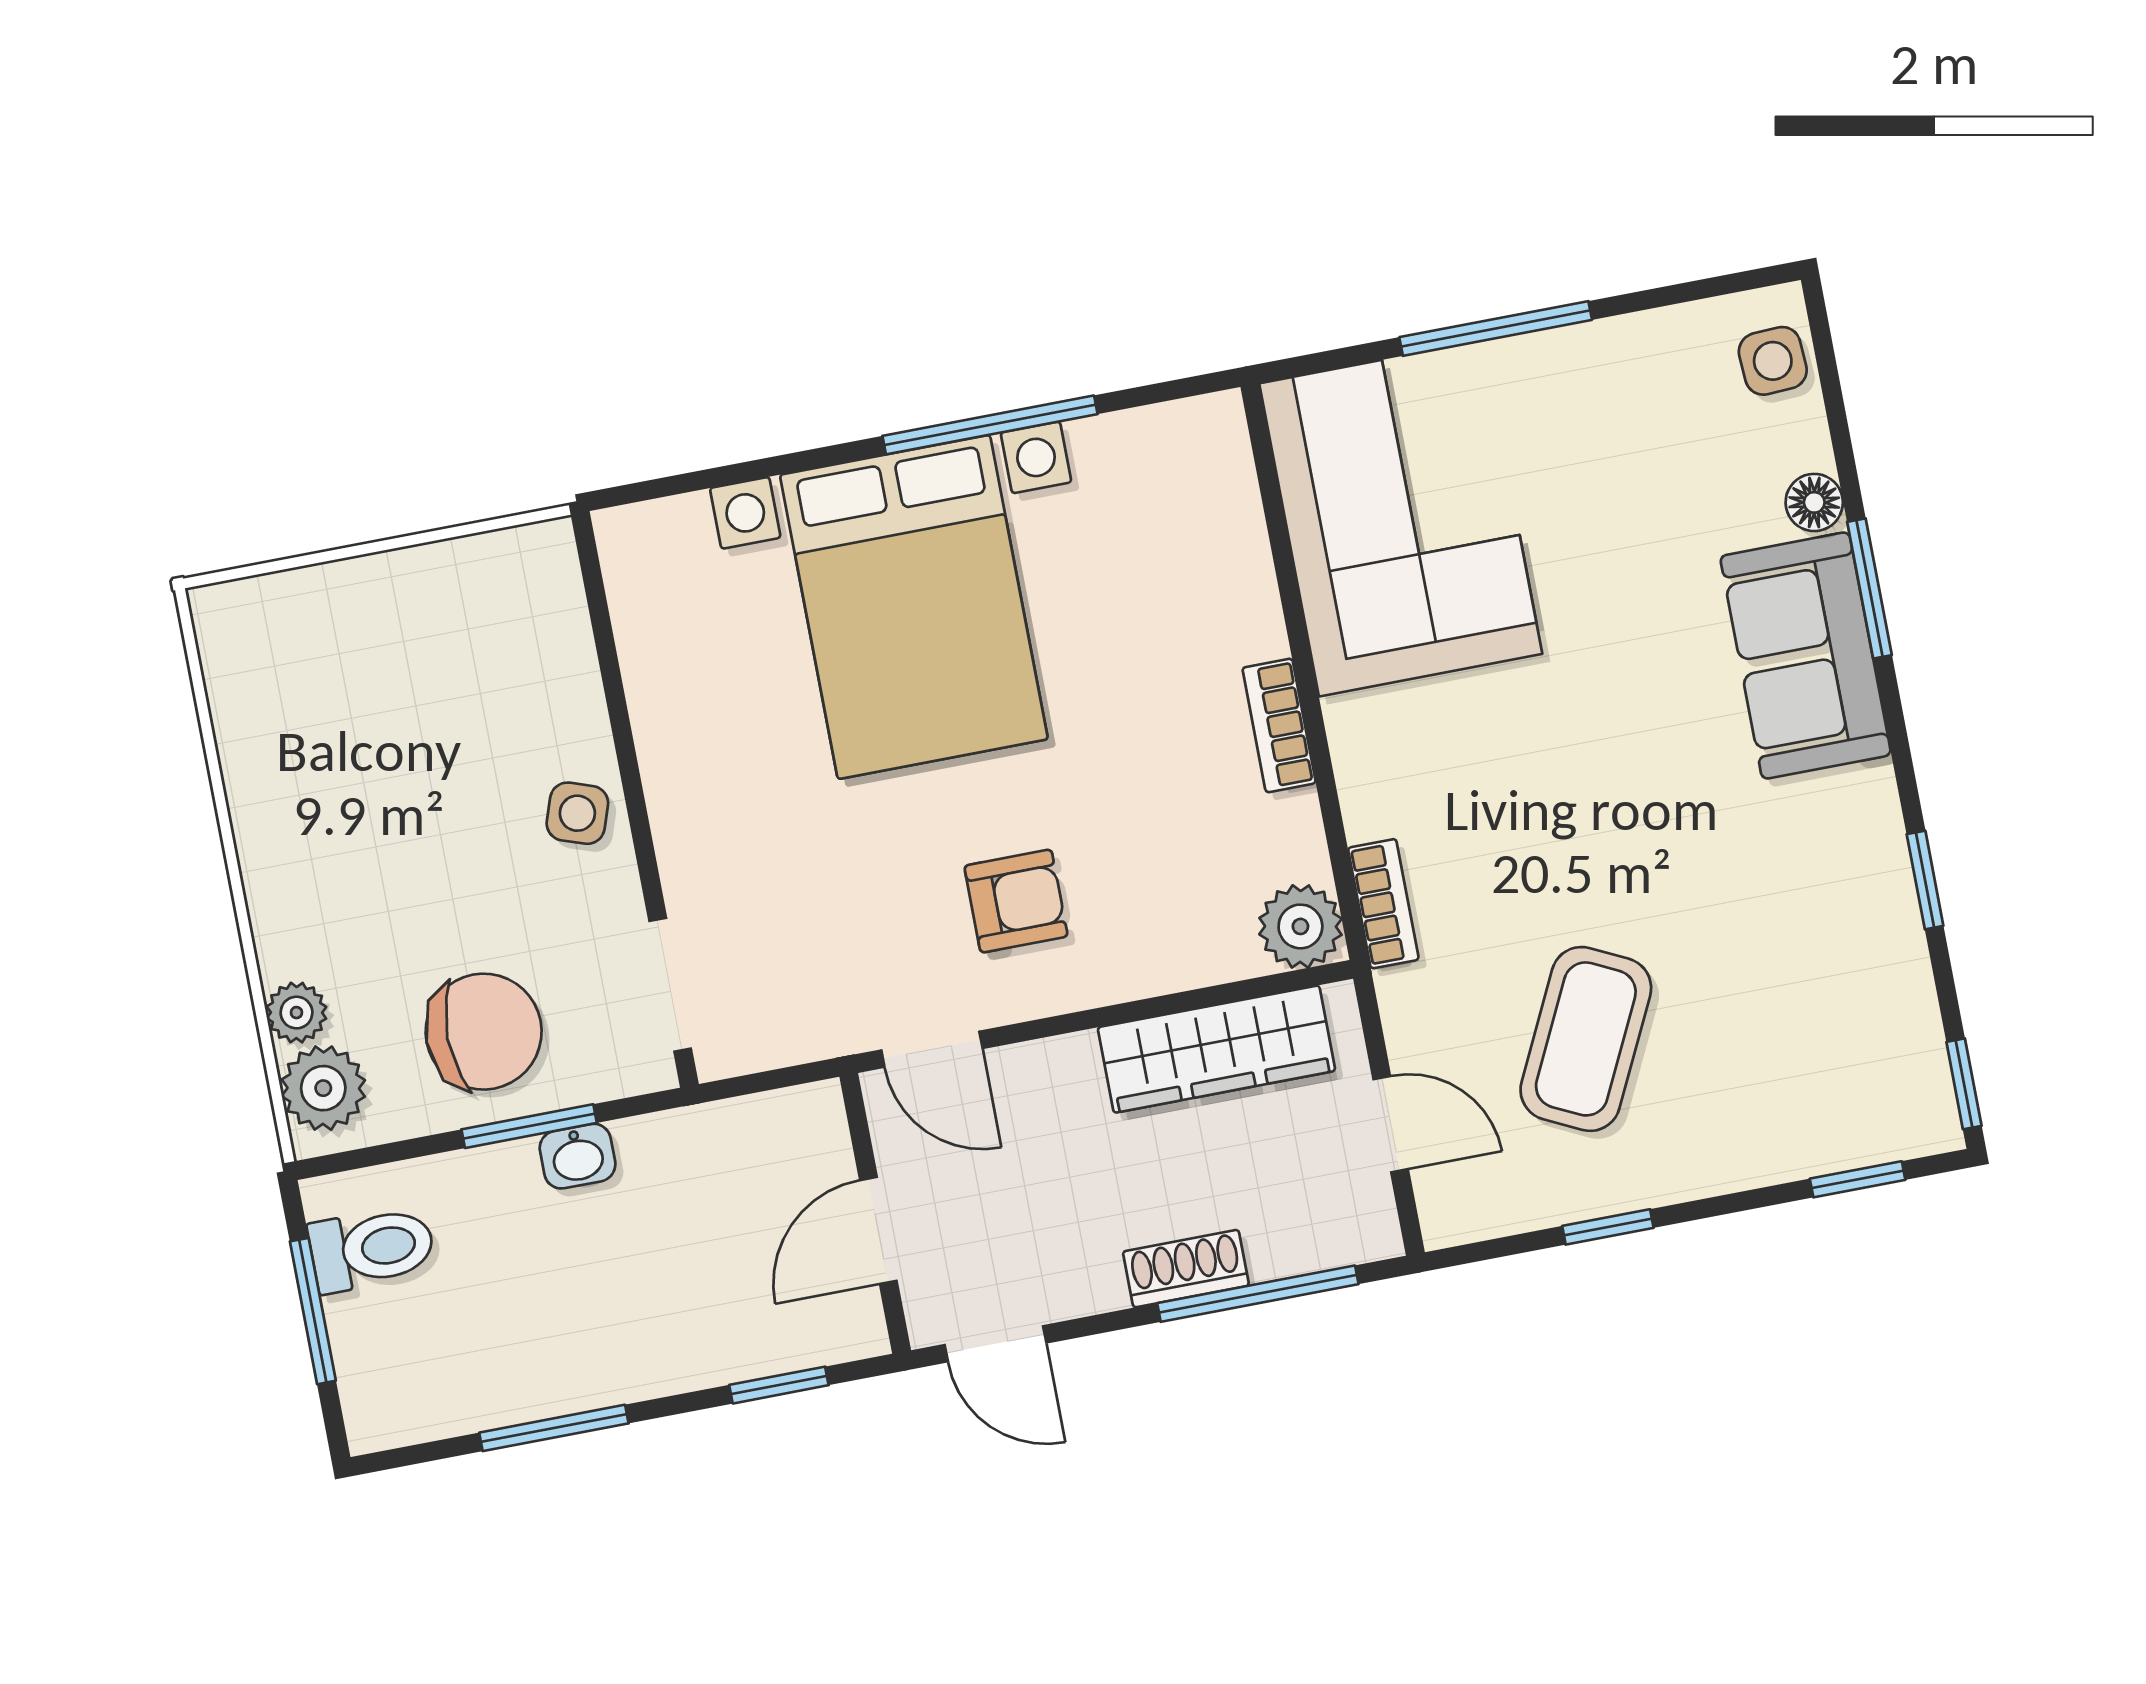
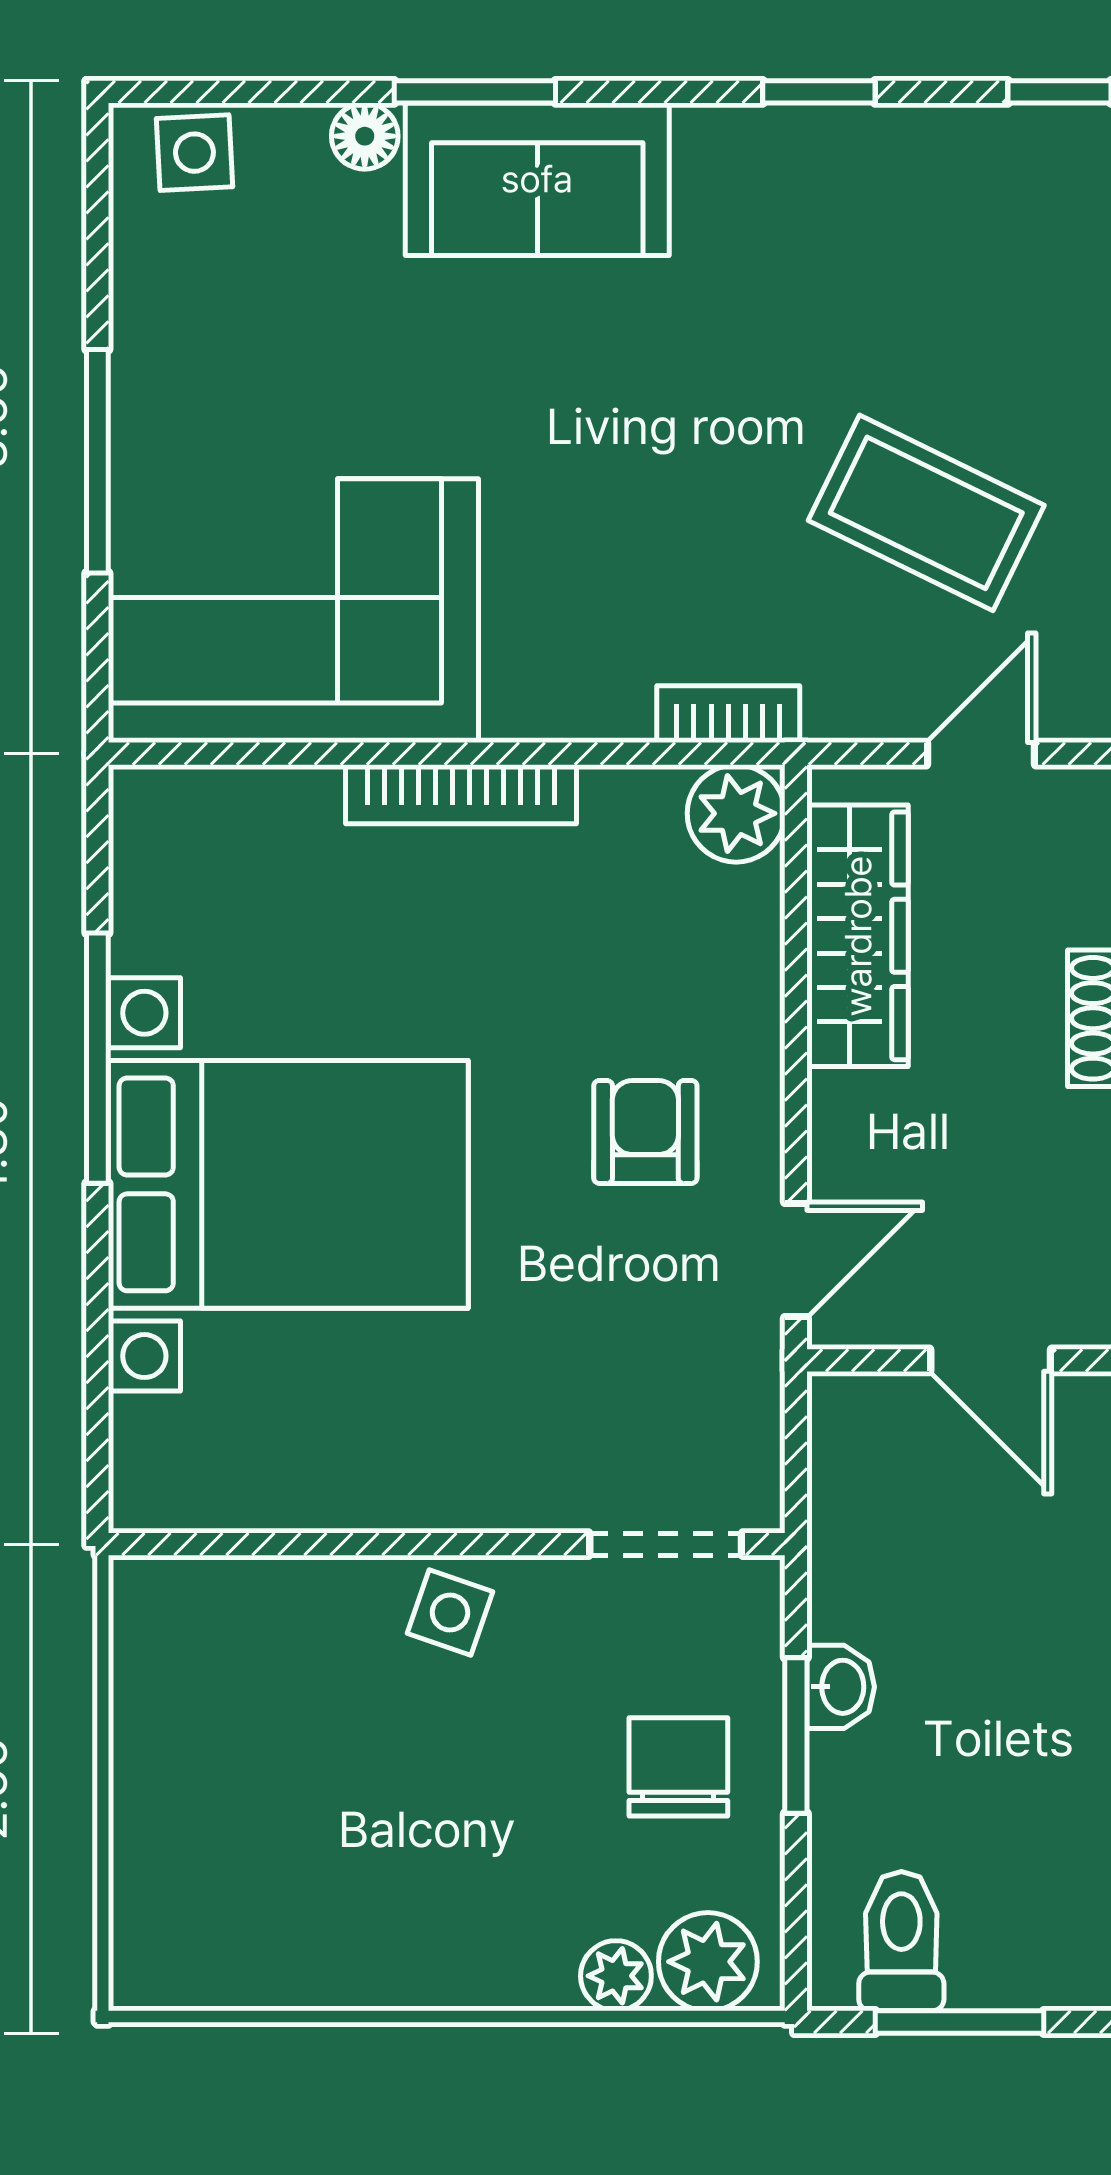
bookcase: (1279, 725) -> (461, 794), width x1.56
chair: (484, 1032) -> (678, 1767), width x0.73, depth x0.73

